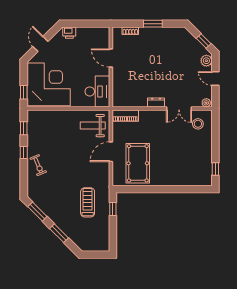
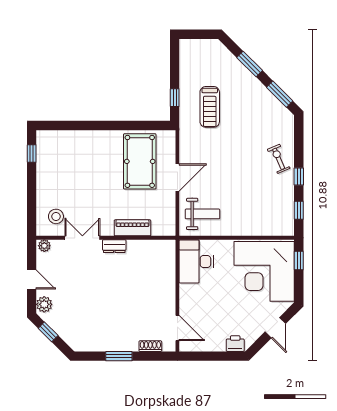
door: (111, 58) -> (177, 328), moved
piano: (125, 116) -> (132, 228), moved

